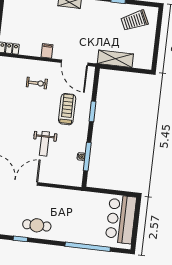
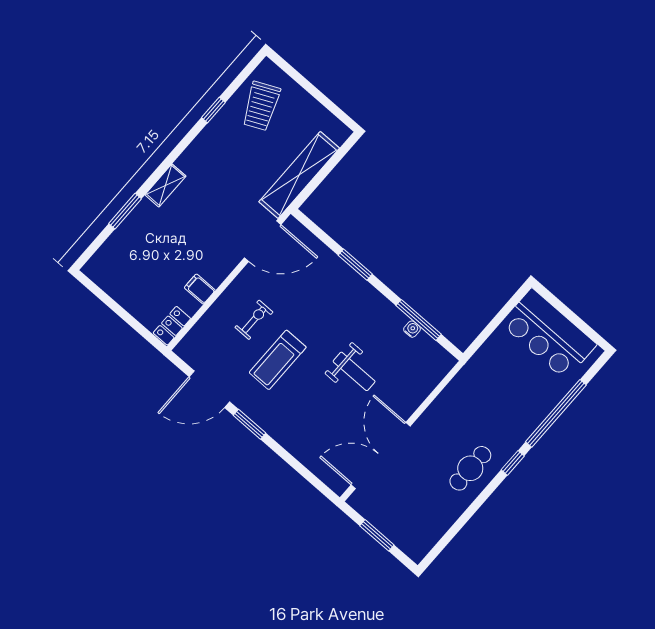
filing cabinet: (47, 51) -> (200, 289), moved
shelving: (115, 59) -> (299, 175), width x1.47
treadmill: (67, 109) -> (278, 360), moved, turned -90
window: (20, 239) -> (513, 463), moved

